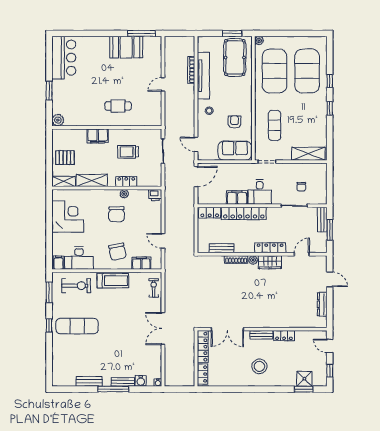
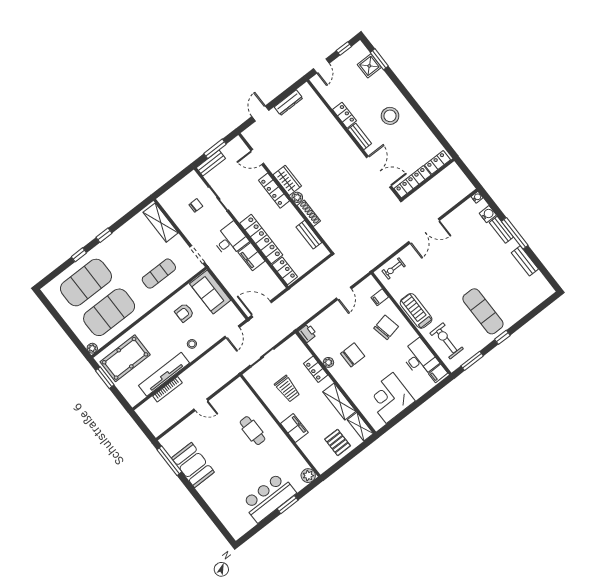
bar counter: (64, 58) -> (269, 498), moved
filing cabinet: (141, 263) -> (380, 297), width x0.50

